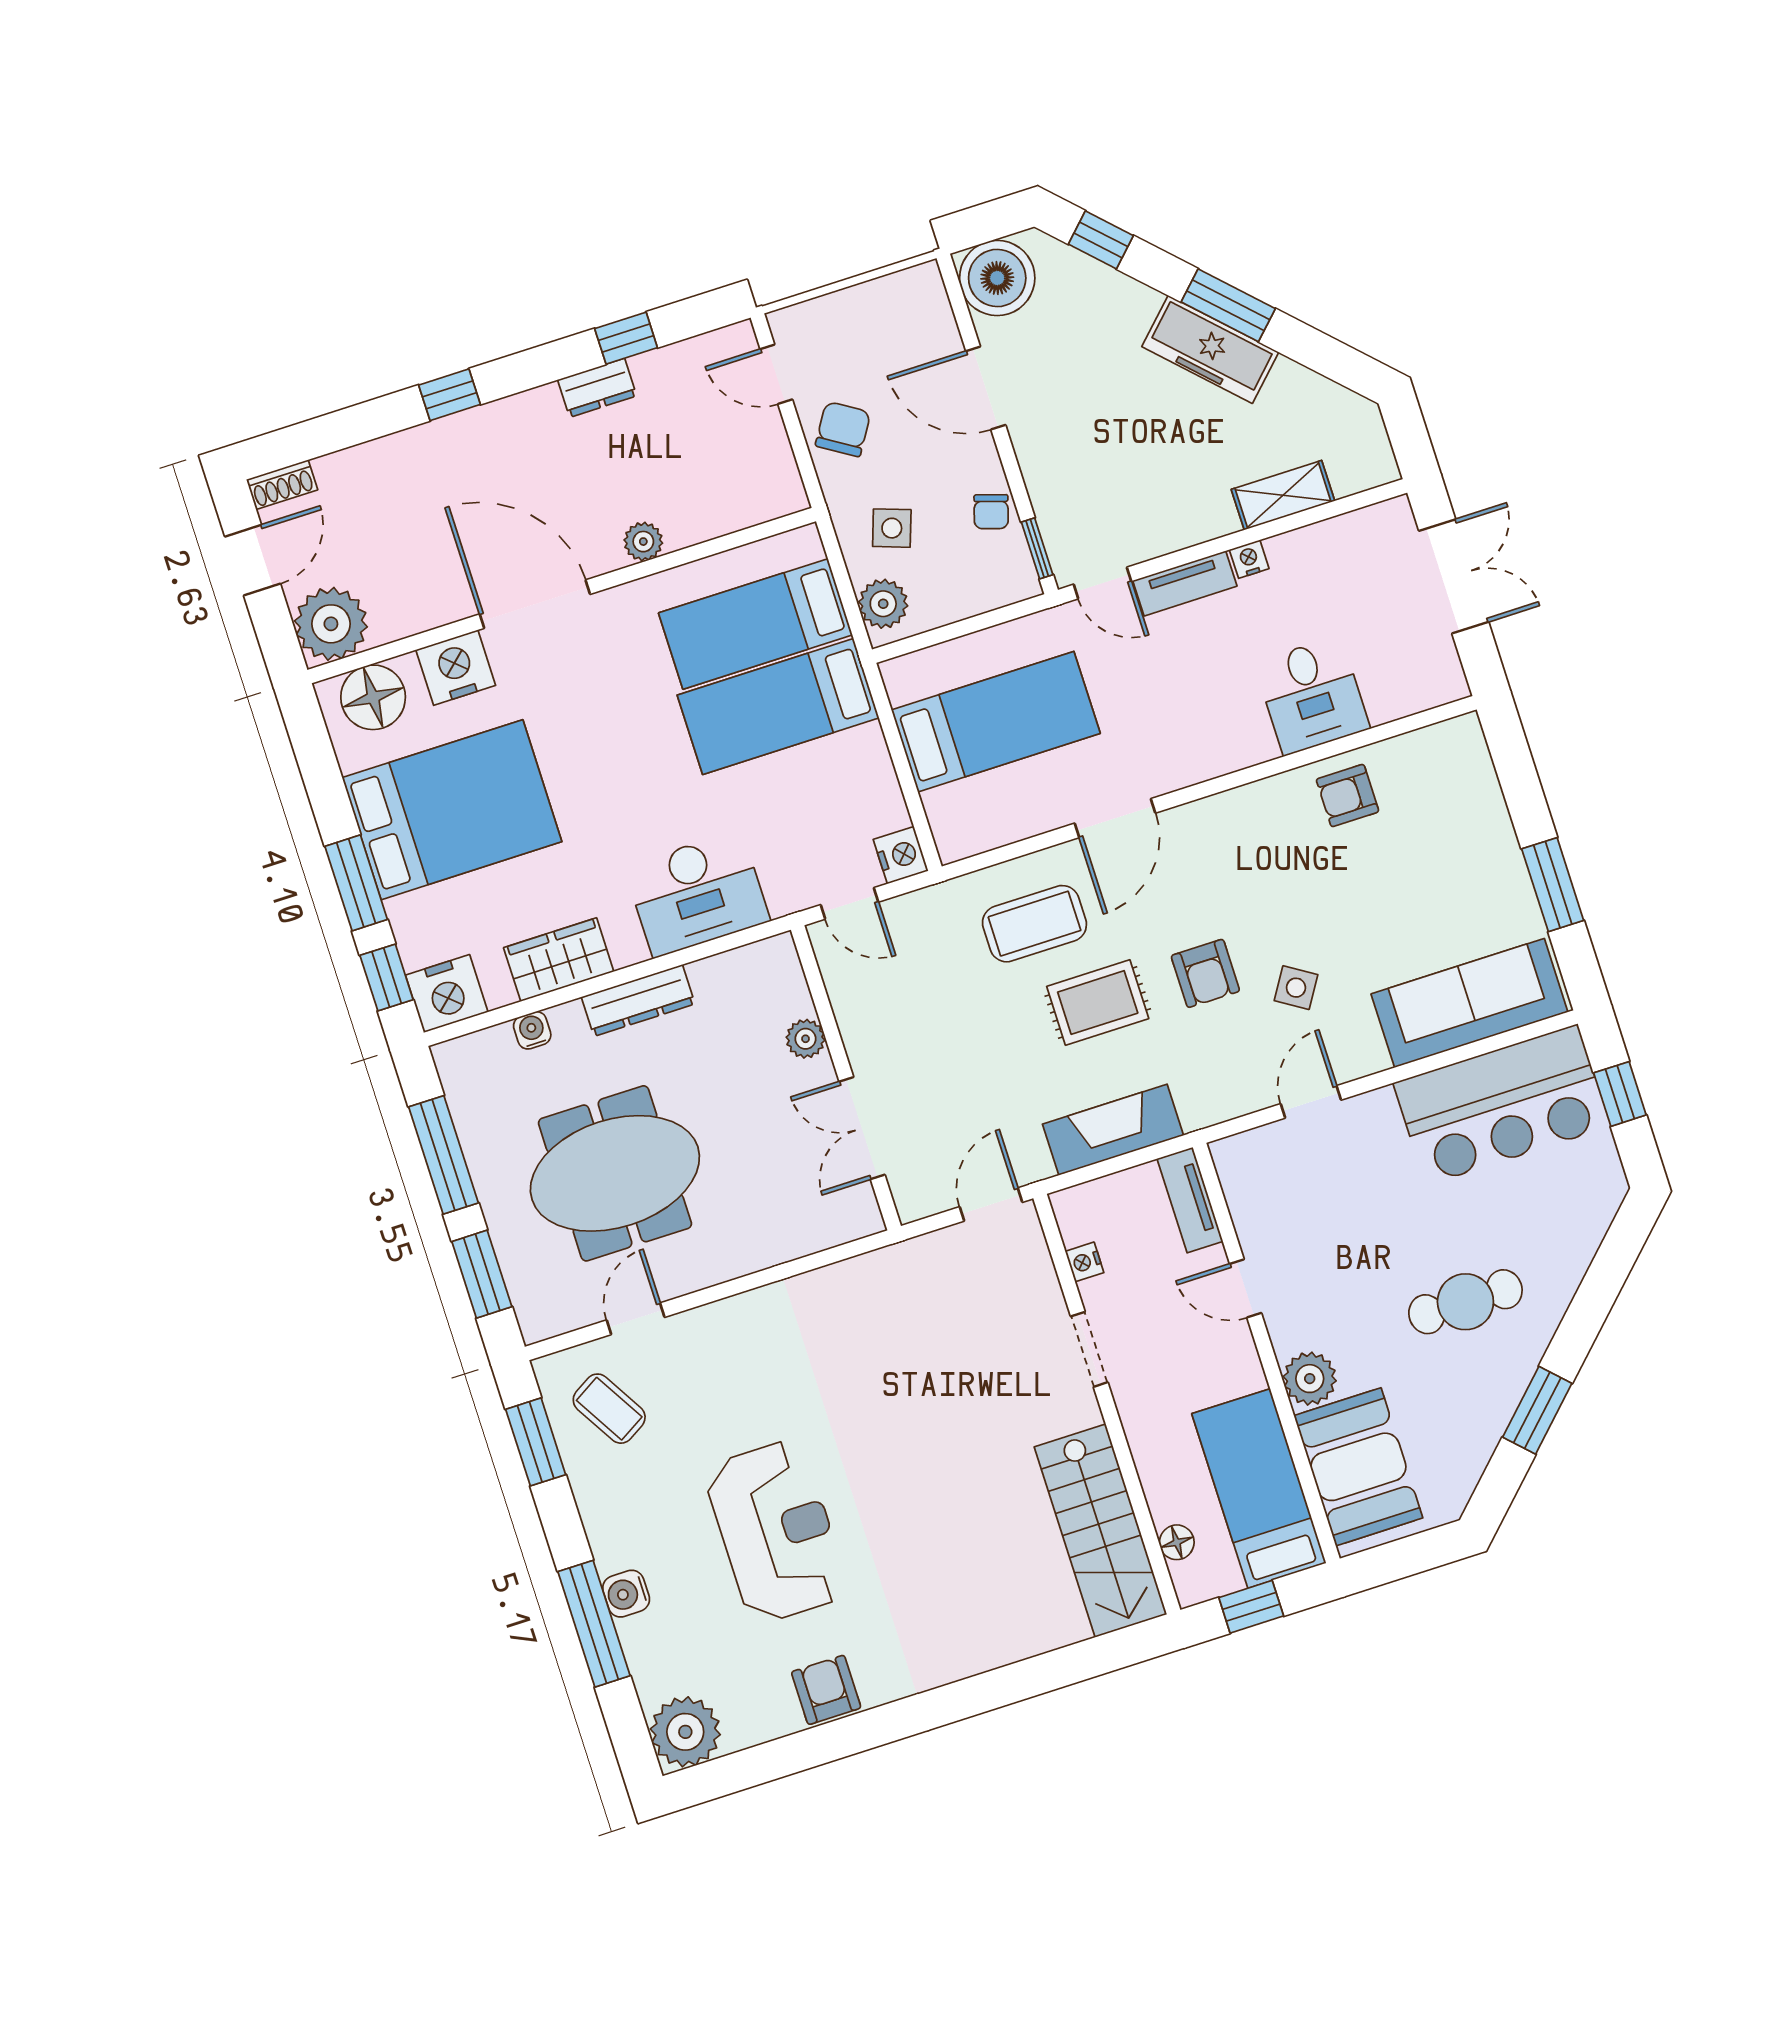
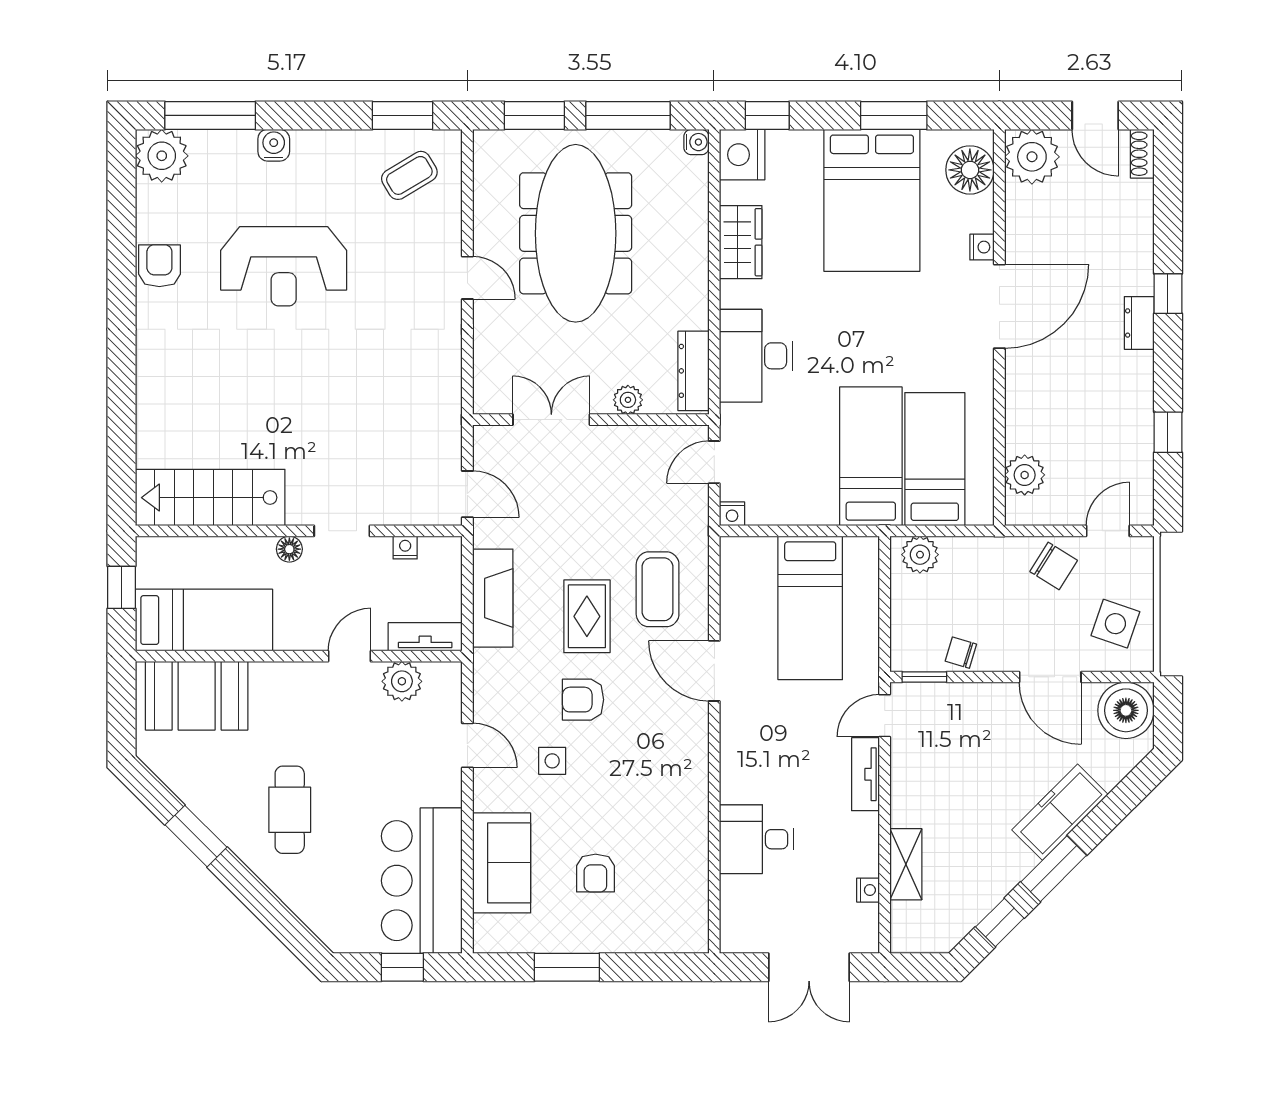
window: (1101, 240) -> (1000, 922), moved
freezer: (1210, 349) -> (1060, 812), moved
dresser: (597, 388) -> (1139, 323), moved
door: (986, 388) -> (1050, 677), swing flipped
side table: (892, 528) -> (1115, 624), moved, width x1.37, depth x1.37
plant: (643, 542) -> (1025, 475), moved, width x1.38, depth x1.38
nightstand: (1249, 559) -> (868, 890), moved
nightstand: (456, 668) -> (982, 247), width x0.53, depth x0.56
armchair: (1347, 795) -> (595, 873), moved, turned 180
nightstand: (901, 855) -> (732, 514), width x0.72, depth x0.74
window: (356, 883) -> (894, 115), moved
side table: (1296, 988) -> (552, 761), turned -32
dresser: (638, 1000) -> (693, 371), moved
sofa: (1469, 1003) -> (502, 863), width x0.73
water cooler: (532, 1030) -> (696, 142), moved
meeting table: (615, 1173) -> (576, 233), width x1.36
door: (636, 1319) -> (467, 278), moved
plant: (1310, 1379) -> (402, 681), moved
floor lamp: (1177, 1542) -> (289, 549), moved
window: (594, 1624) -> (210, 115), moved
armchair: (826, 1690) -> (159, 266), turned -90

